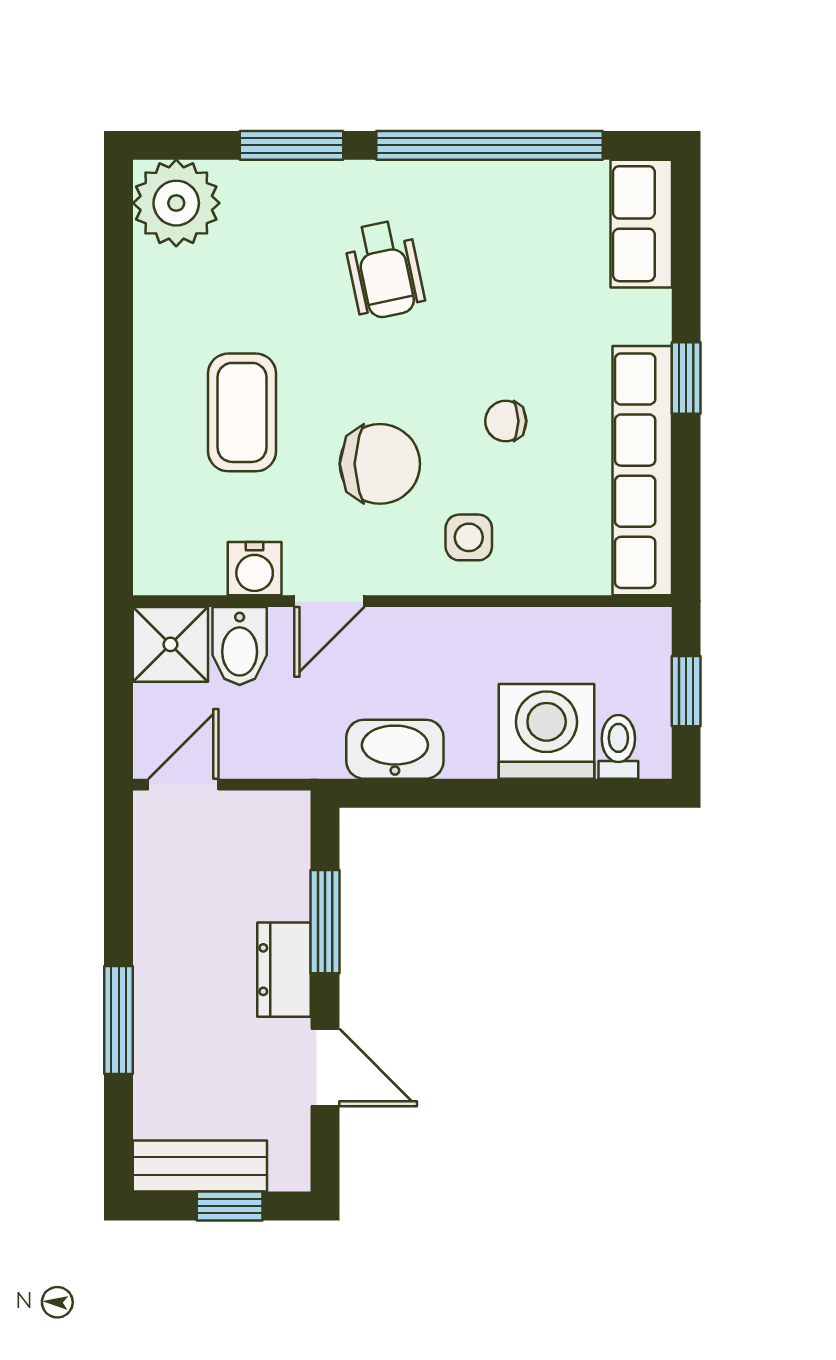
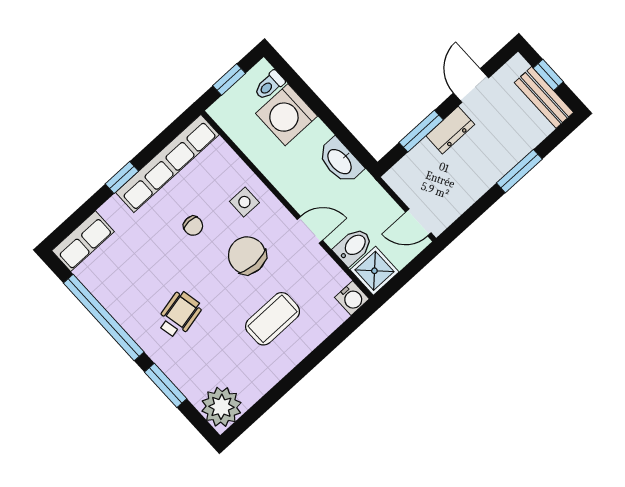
water cooler: (255, 569) -> (352, 298), moved, turned 90

